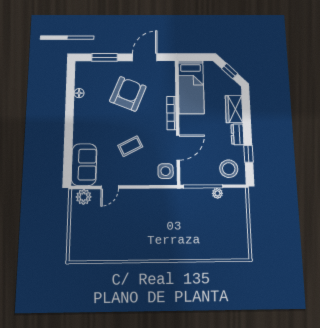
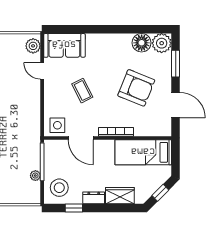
plant: (84, 70) -> (162, 43), added
floor lamp: (79, 93) -> (142, 43), width x1.89, depth x1.89

